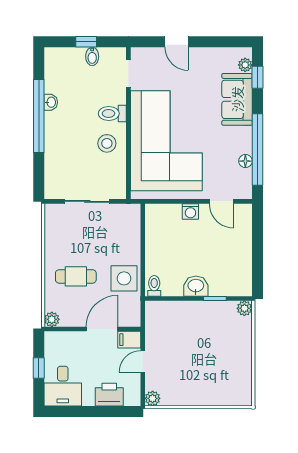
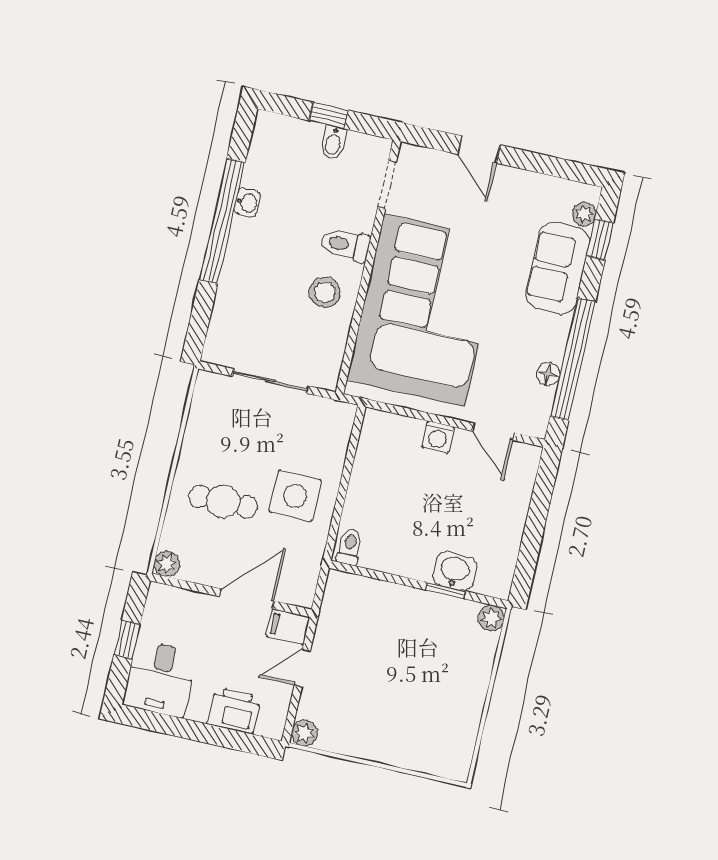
side table: (124, 278) -> (295, 496), moved
washbasin: (196, 286) -> (455, 571), moved

